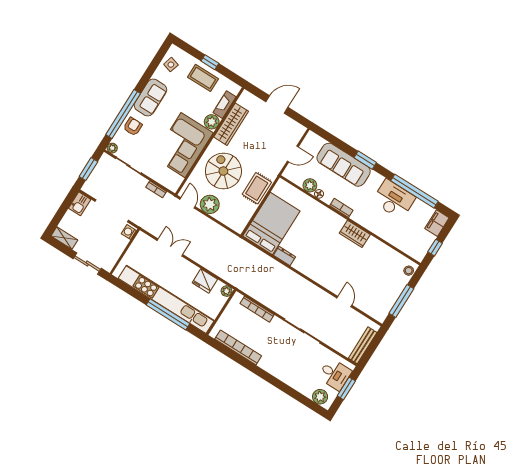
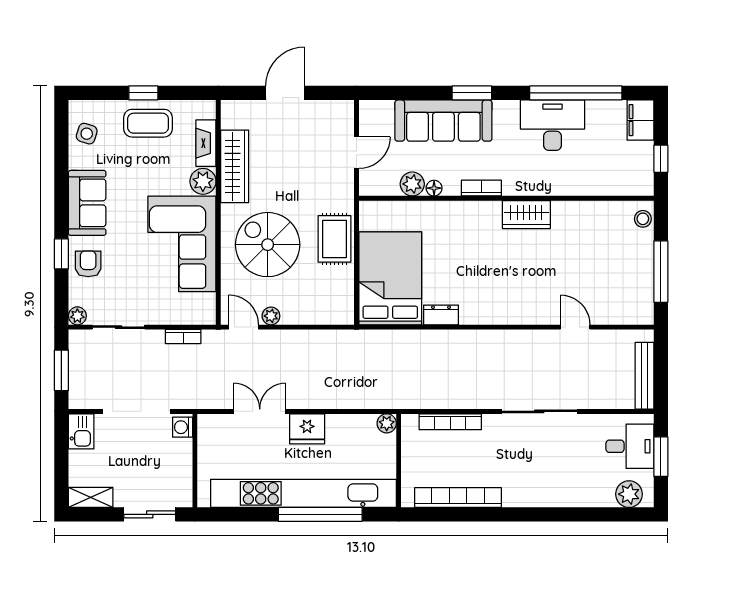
window: (123, 114) -> (61, 254), width x0.32
plant: (210, 204) -> (271, 316), width x0.53, depth x0.53
fridge: (205, 281) -> (307, 429), moved

